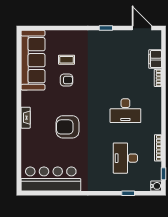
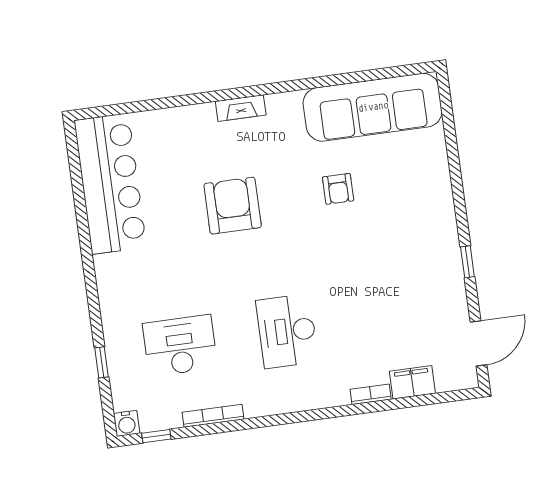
coffee table: (67, 60) -> (384, 183), removed

